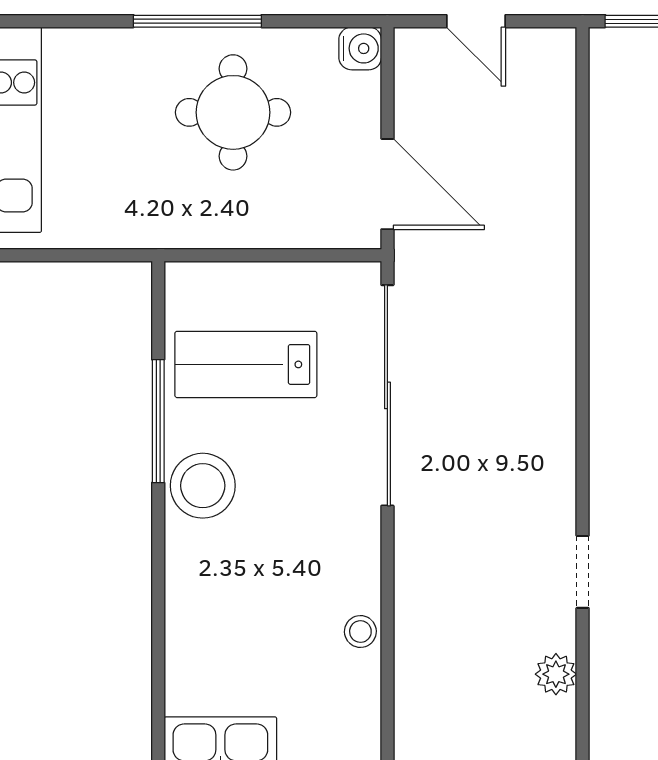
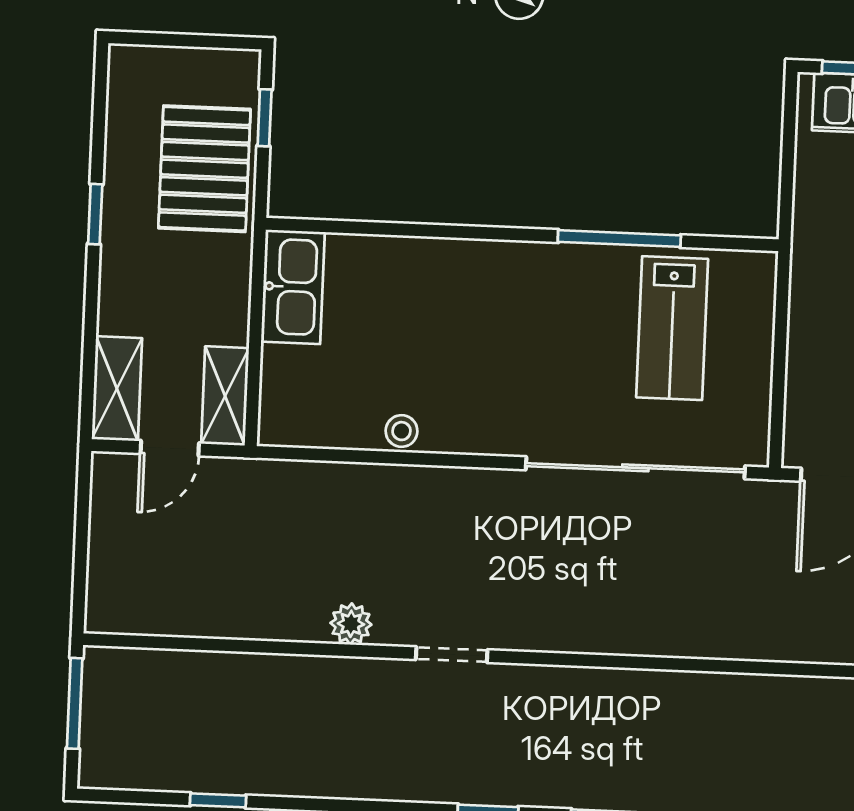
lab bench: (246, 364) -> (672, 328), turned 180
stool: (203, 486) -> (553, 280), removed

